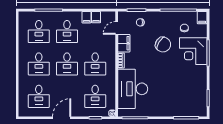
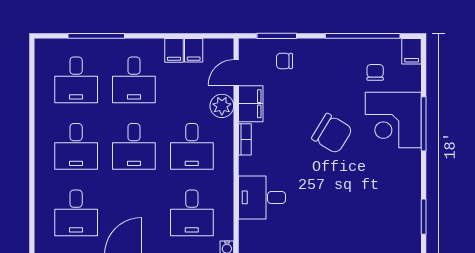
plant: (110, 44) -> (222, 106), added
chair: (163, 45) -> (332, 134), moved
desk: (133, 89) -> (262, 197), width x0.53, depth x0.77

